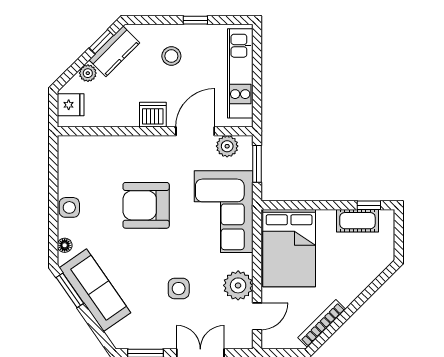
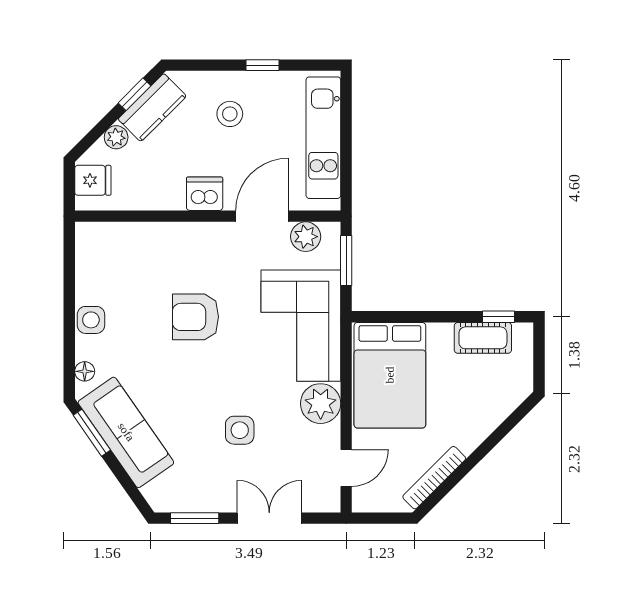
armchair: (146, 205) -> (195, 317), width x0.73, depth x0.73
plant: (238, 285) -> (321, 404), moved

